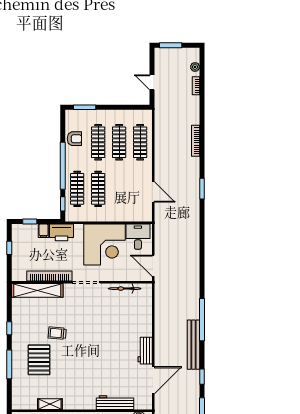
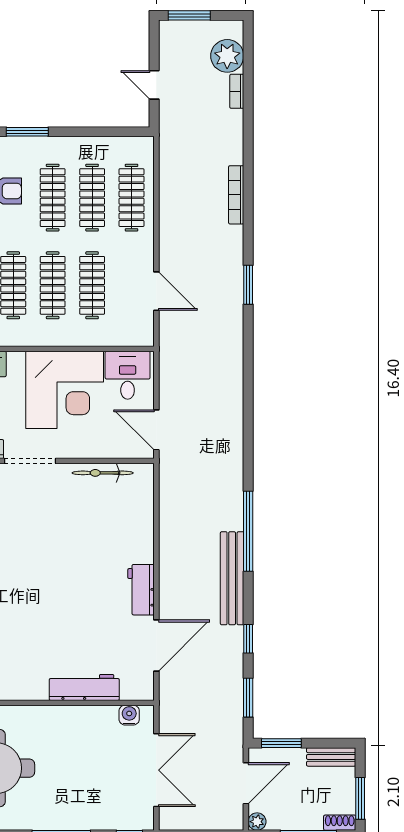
plant: (195, 67) -> (227, 56), width x1.88, depth x1.88
clothes rail: (119, 189) -> (92, 285), added

